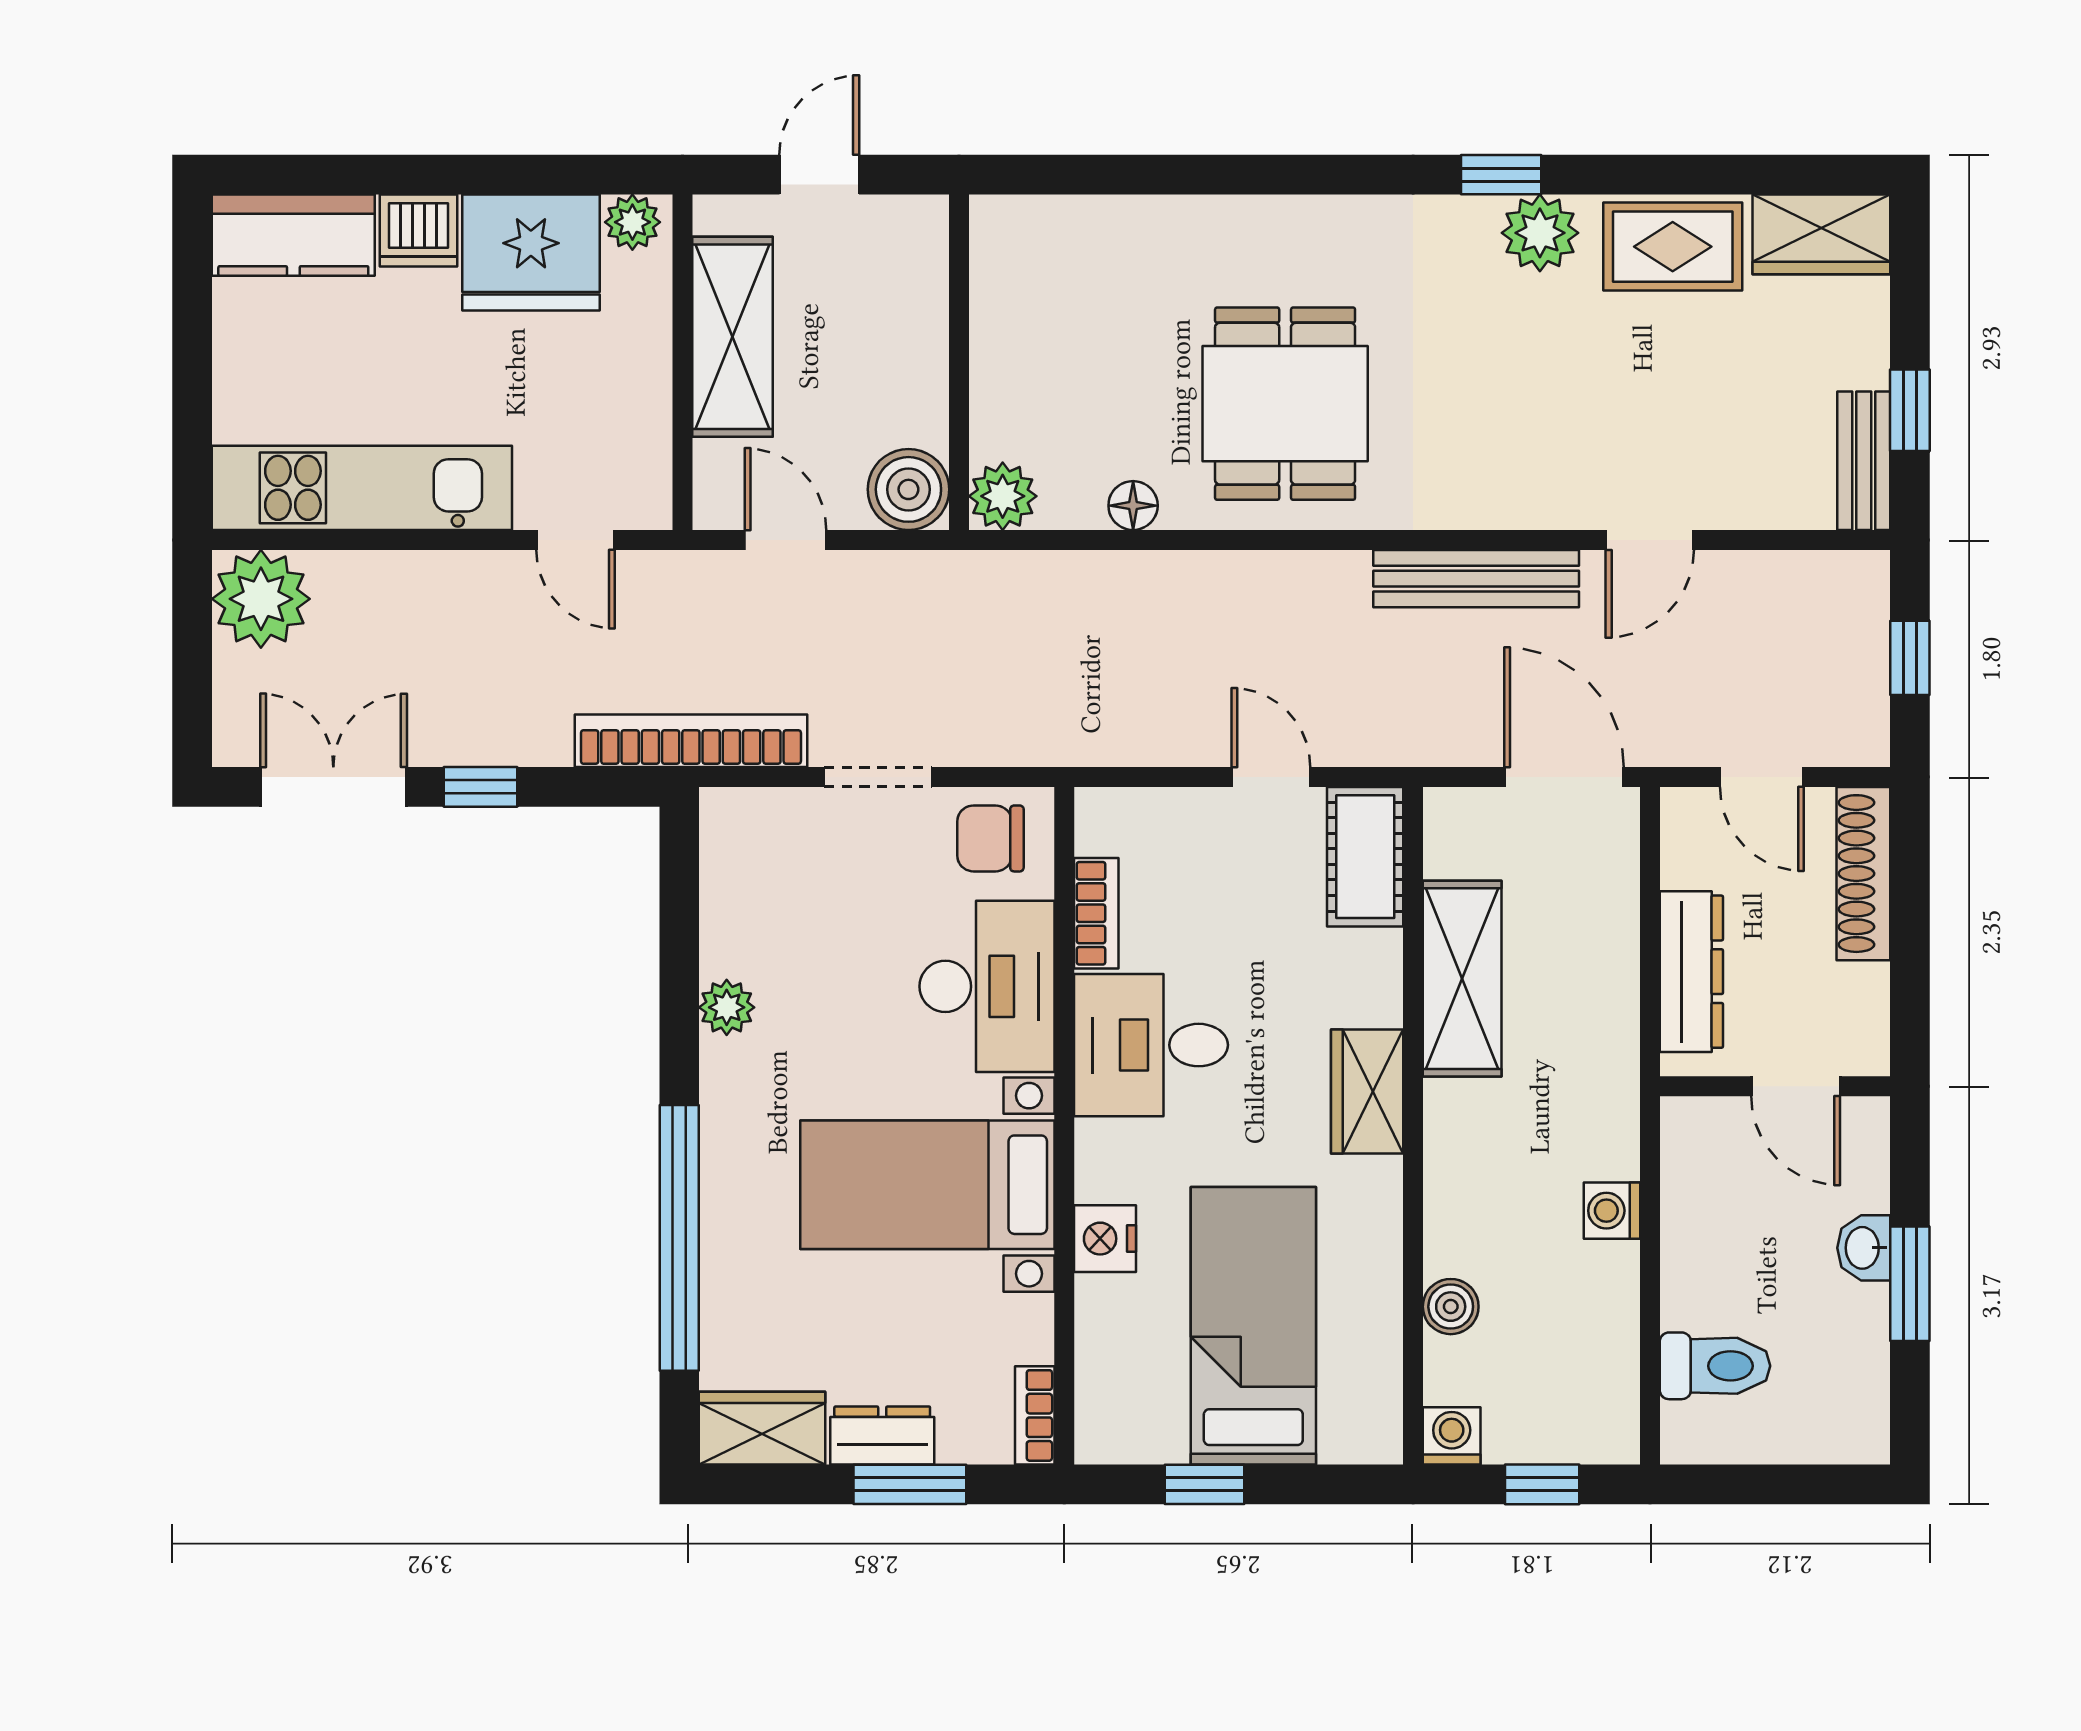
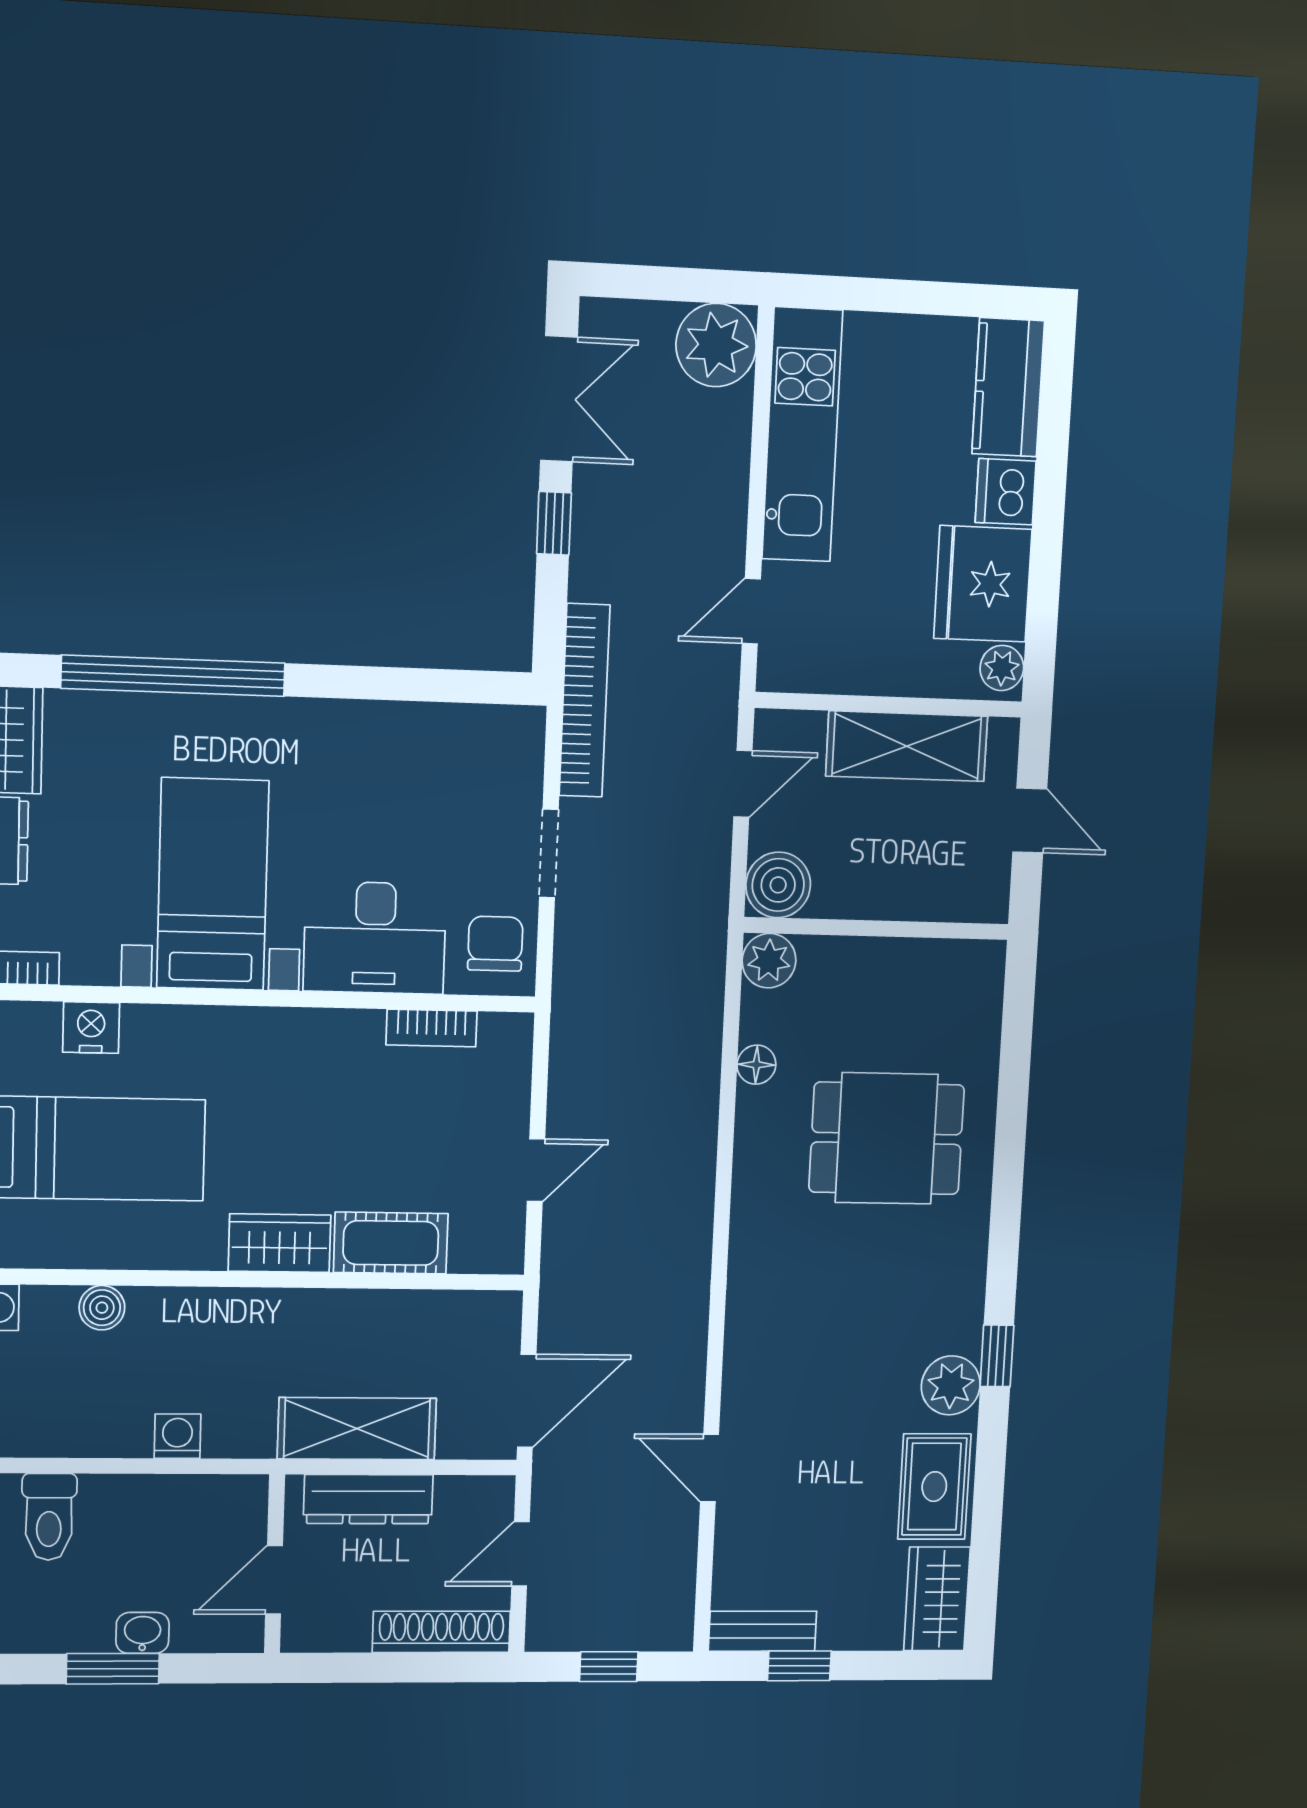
dining table: (1285, 404) -> (887, 1138), moved
bench: (1476, 579) -> (686, 1334), removed
cot: (1365, 857) -> (391, 1243), moved
shelving: (1462, 979) -> (357, 1429), moved
plant: (727, 1007) -> (365, 722), removed
desk: (1151, 1045) -> (323, 1070), removed
nightstand: (1105, 1239) -> (91, 1028), moved

